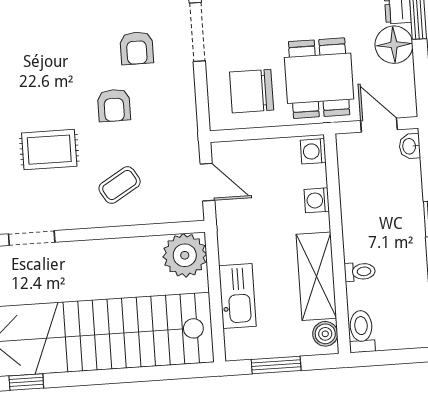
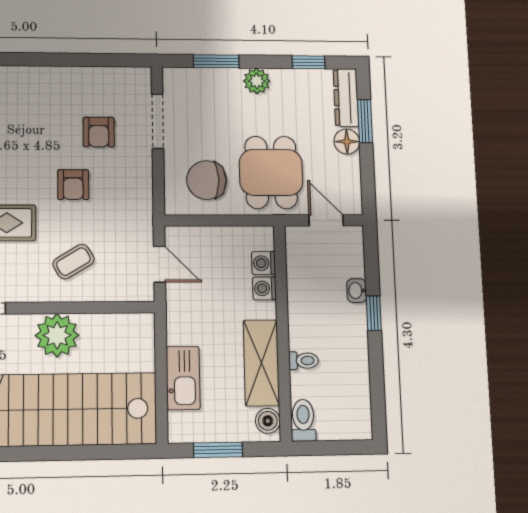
floor lamp: (394, 45) -> (347, 142), width x0.73, depth x0.73
washbasin: (410, 146) -> (357, 291), moved
washing machine: (313, 151) -> (263, 263), moved
plant: (185, 255) -> (57, 335), moved

